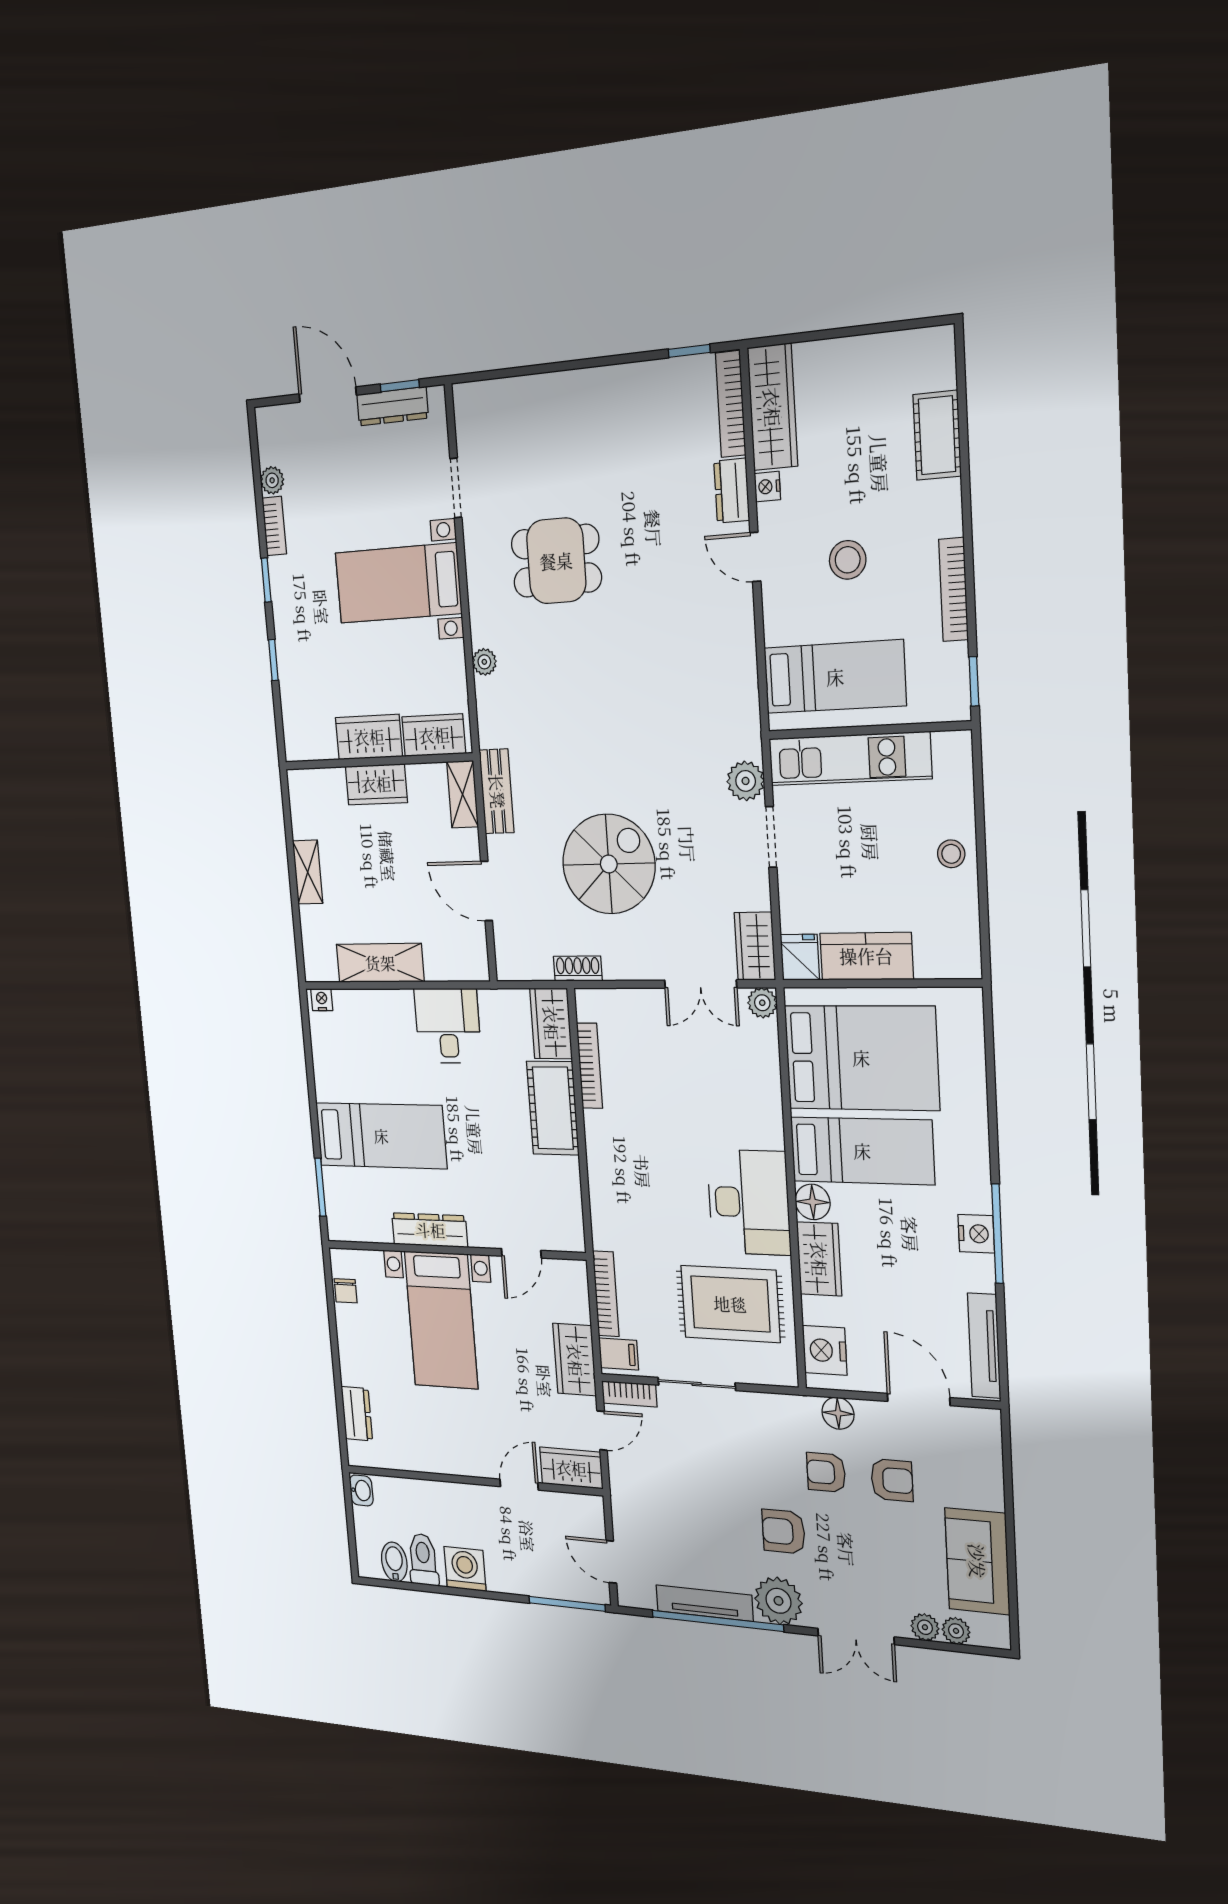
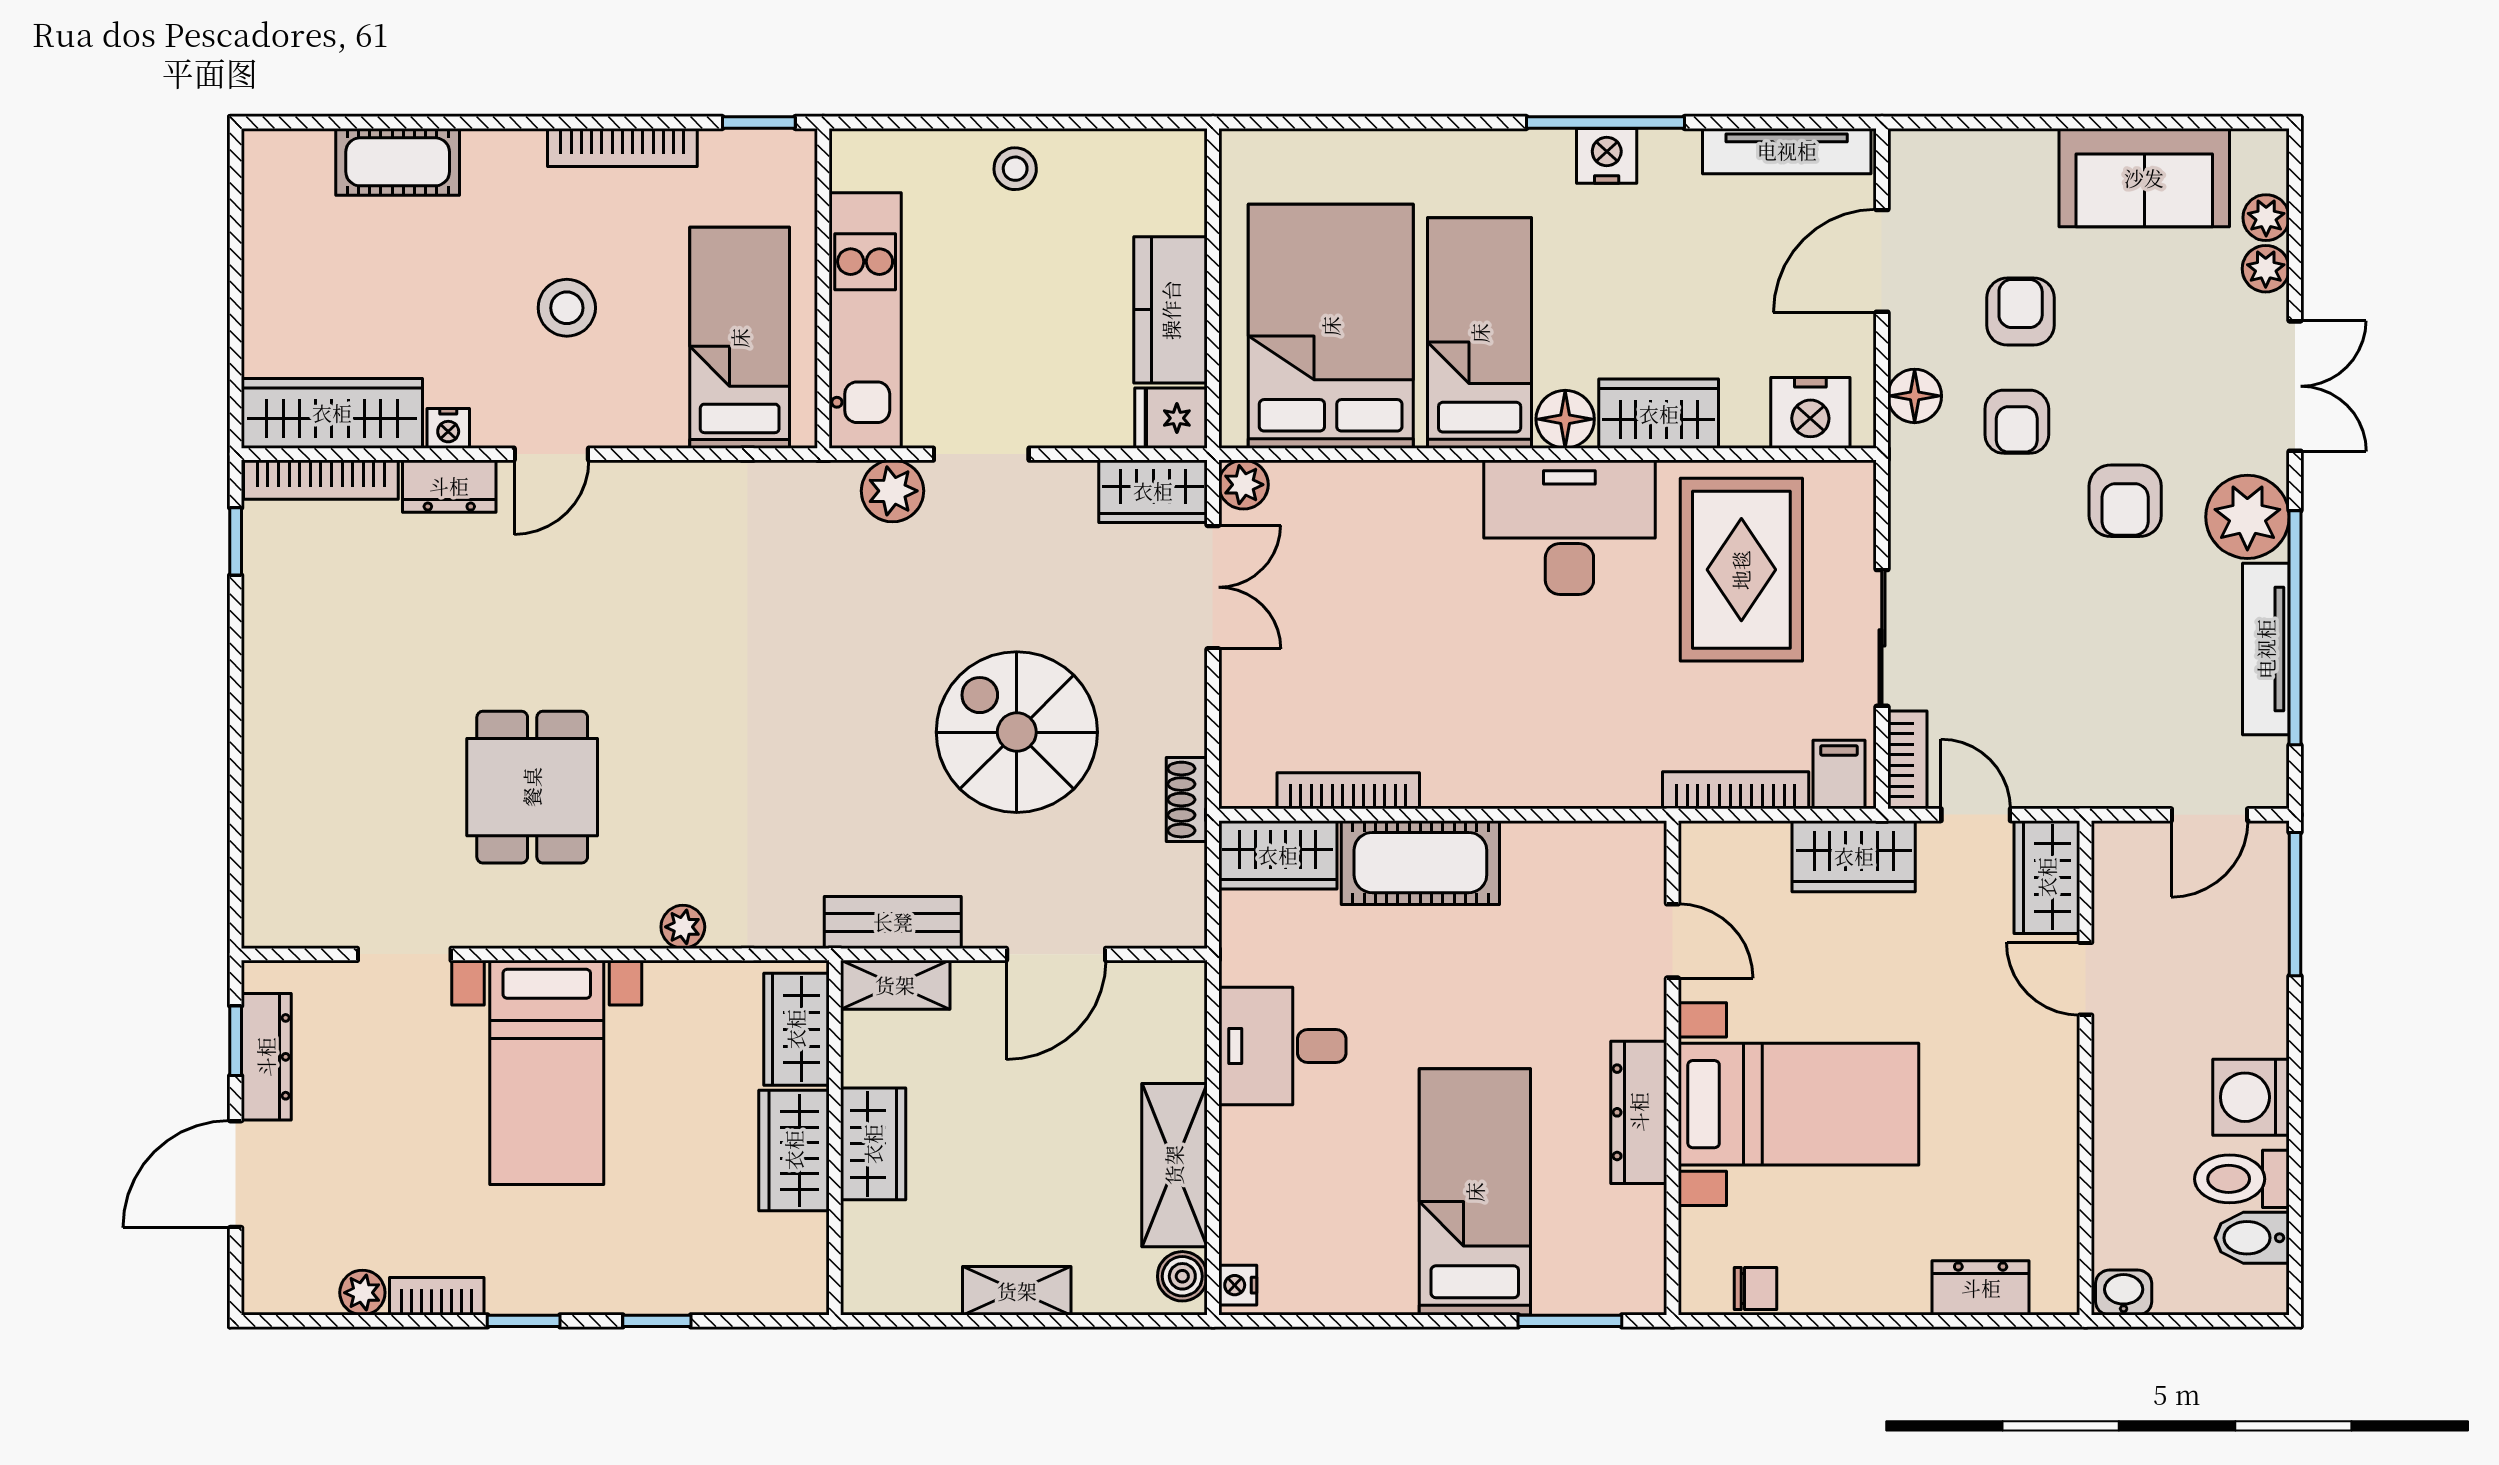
boiler: (323, 968) -> (1182, 1276), added

